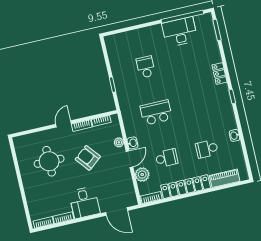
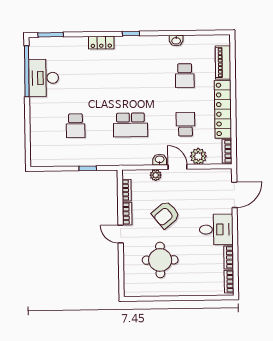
school desk: (146, 67) -> (76, 126), turned -90
school desk: (156, 113) -> (130, 125), turned -90

